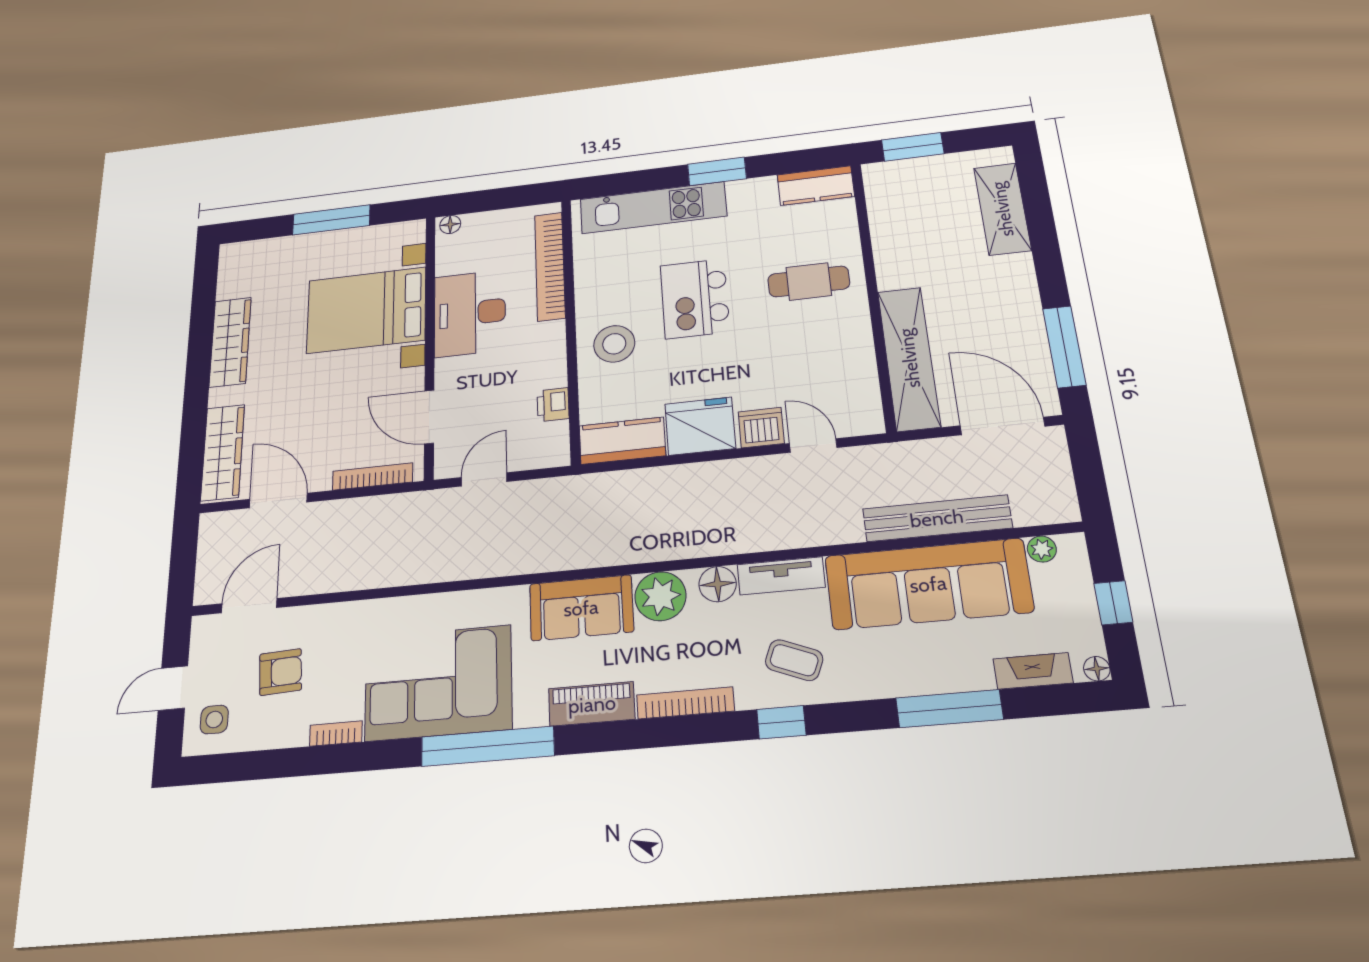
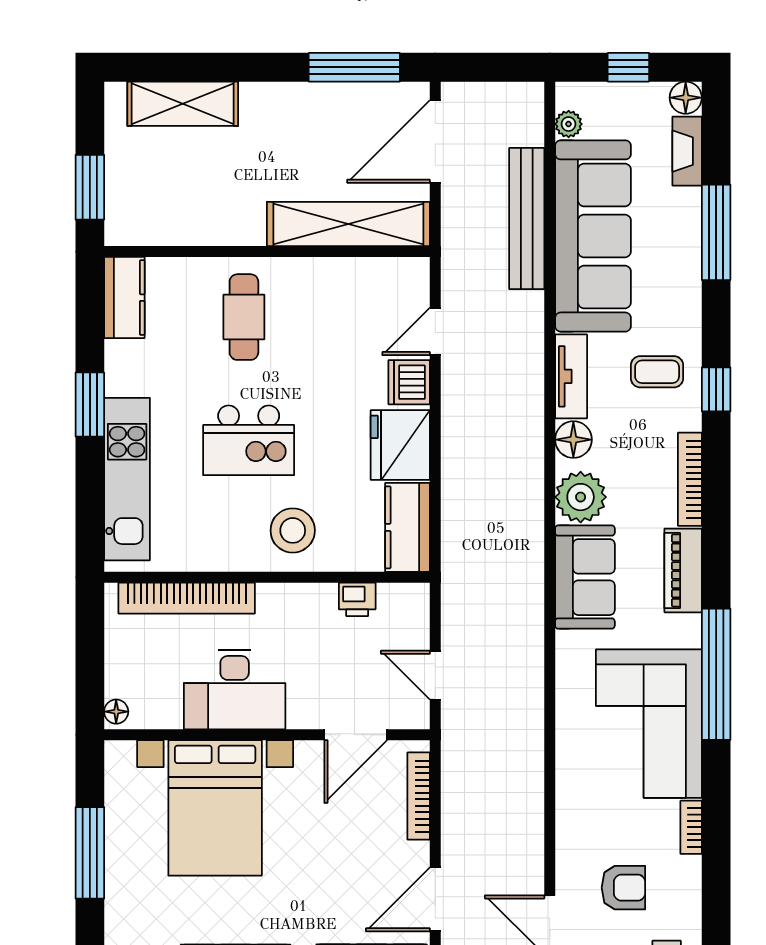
coffee table: (794, 660) -> (657, 372), turned 68
floor lamp: (1097, 669) -> (686, 98), width x1.37, depth x1.37
armchair: (281, 672) -> (623, 888), turned 93

